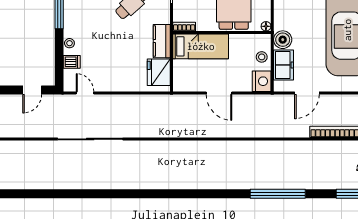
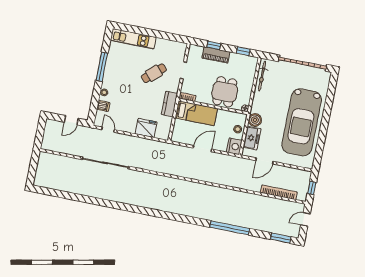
fridge: (159, 72) -> (146, 128), moved, turned 90
door: (219, 93) -> (203, 149), swing flipped

